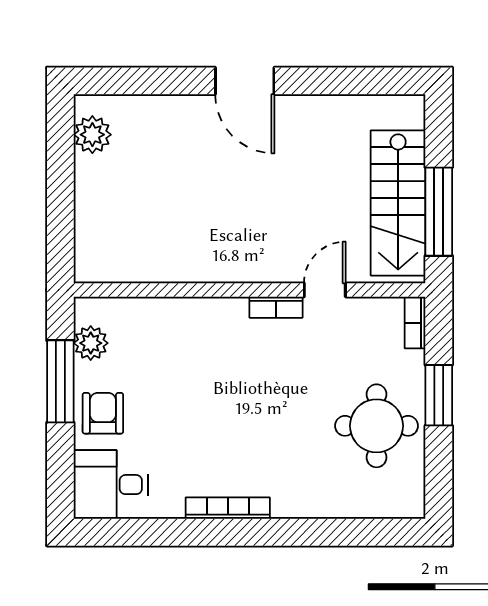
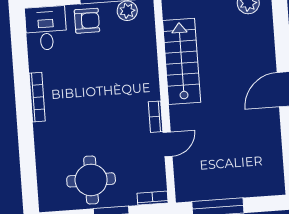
stairs: (398, 203) -> (182, 61), moved, turned 90
door: (325, 290) -> (168, 144), hinge flipped

